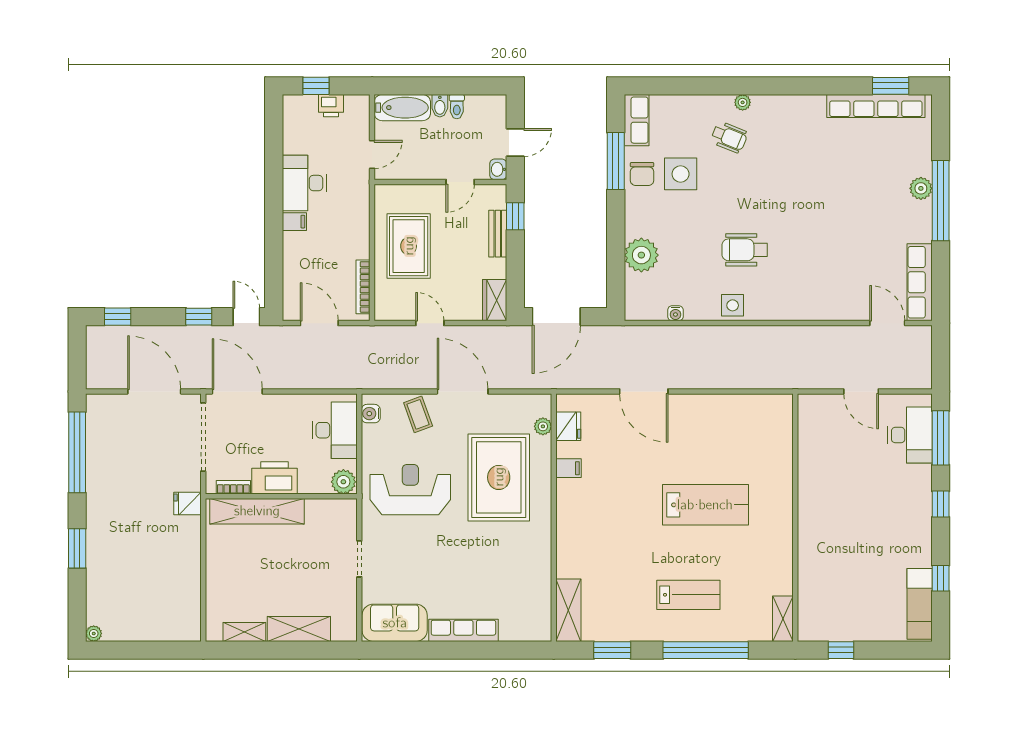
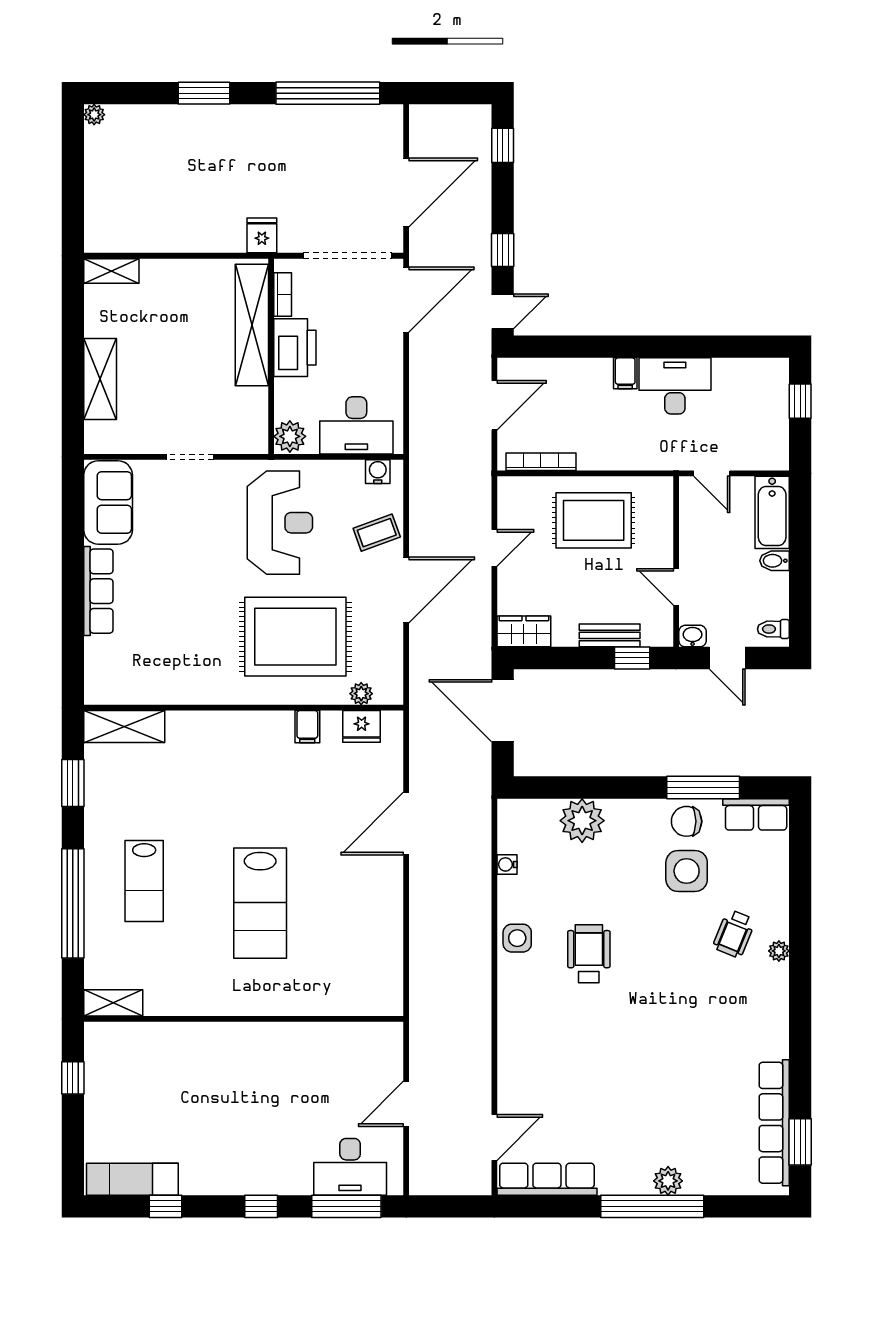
printer: (331, 106) -> (775, 420), removed
toilet: (457, 107) -> (773, 629), moved
shelving: (244, 632) -> (111, 271), moved, turned 90

